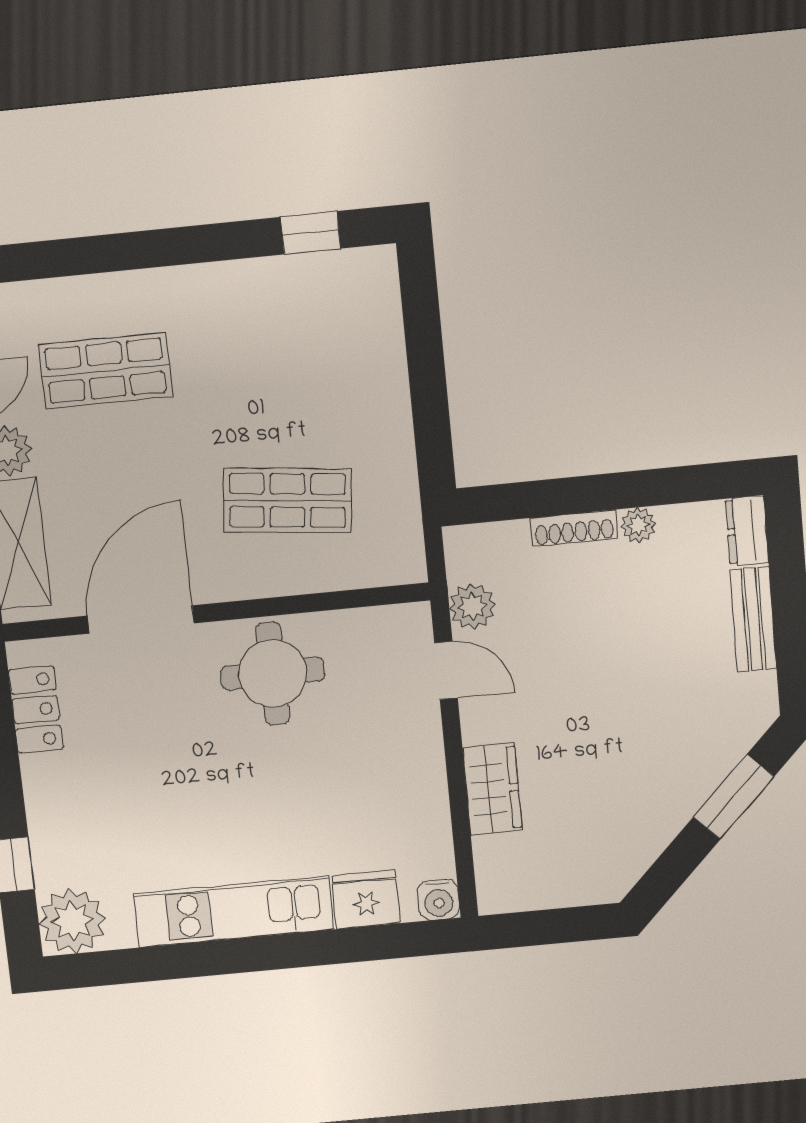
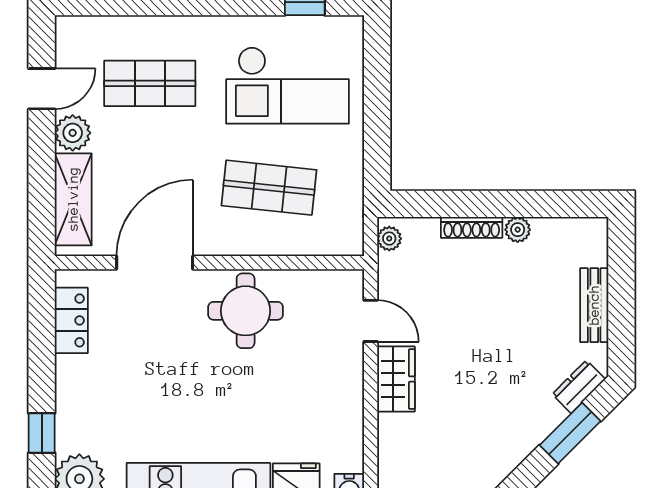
checkout: (298, 354) -> (288, 85), added
dresser: (747, 531) -> (579, 387), moved, turned 45
plant: (472, 606) -> (389, 239), moved, width x0.73, depth x0.73
wardrobe: (492, 789) -> (396, 379), moved

